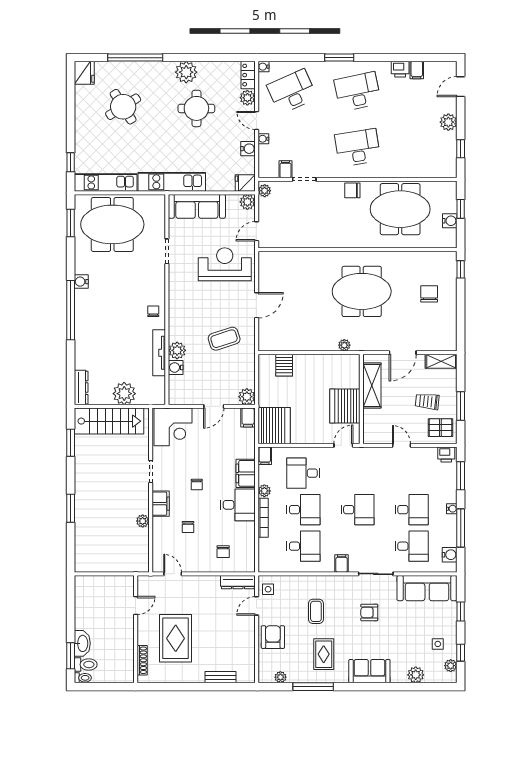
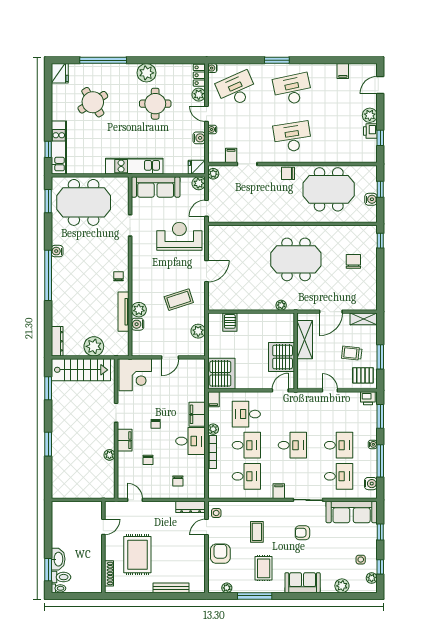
printer: (400, 69) -> (370, 131), moved, turned 90
kitchen unit: (106, 182) -> (59, 147), moved, turned 90
plant: (247, 397) -> (198, 331), moved
filing cabinet: (248, 418) -> (199, 367), removed
bench: (220, 677) -> (171, 588), width x1.36

